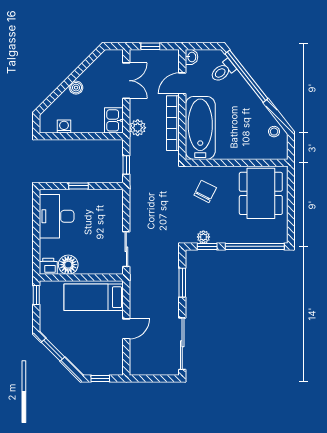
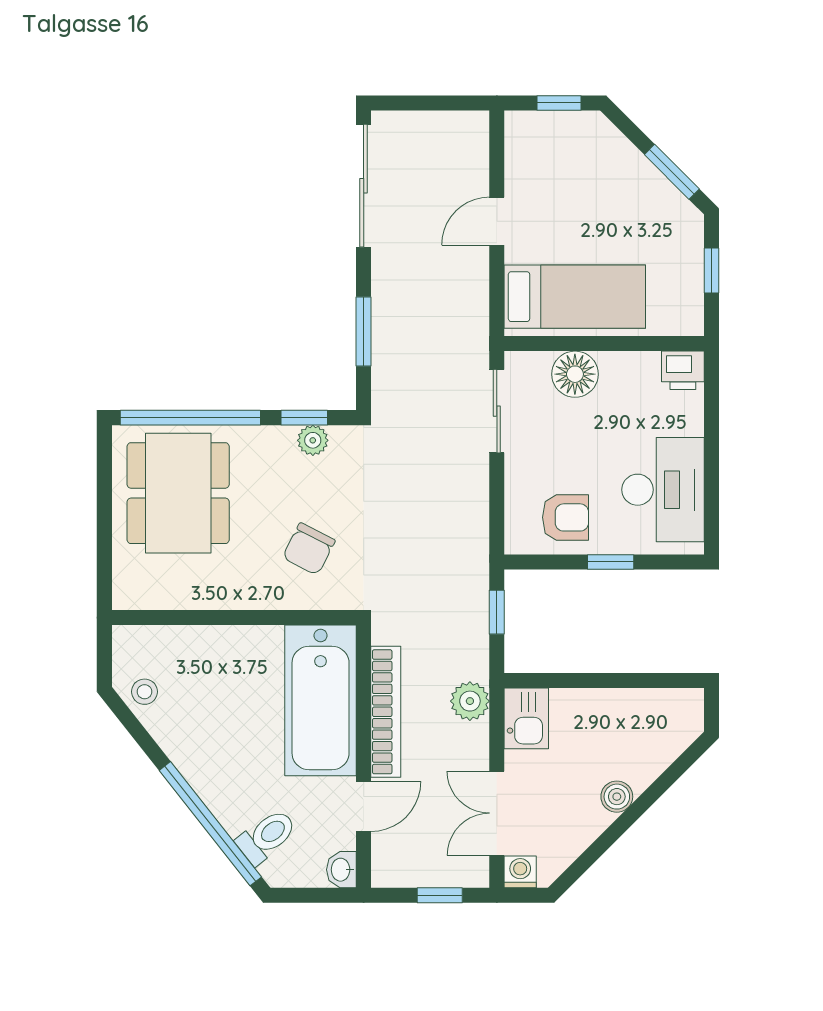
washing machine: (64, 126) -> (520, 872), moved, turned 180
dining table: (261, 193) -> (178, 493), moved
armchair: (98, 205) -> (565, 517), added
floor lamp: (68, 265) -> (575, 374), moved
window: (36, 295) -> (712, 271), moved

